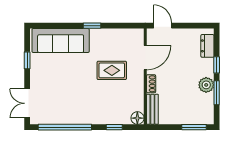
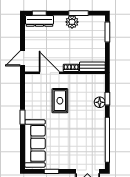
dresser: (207, 46) -> (39, 21), width x1.44
window: (217, 65) -> (39, 13), moved
floor lamp: (137, 118) -> (100, 102), moved

